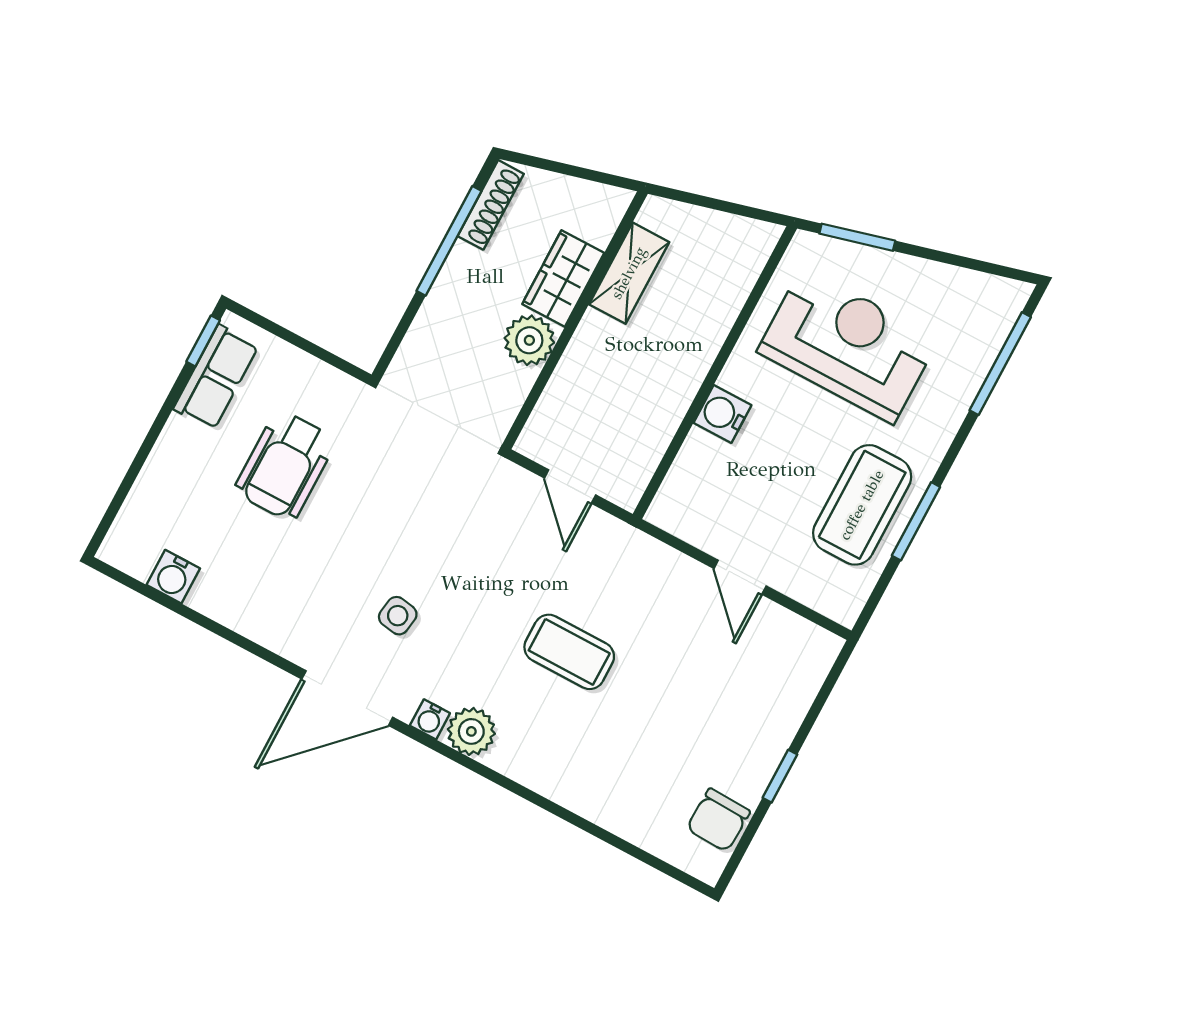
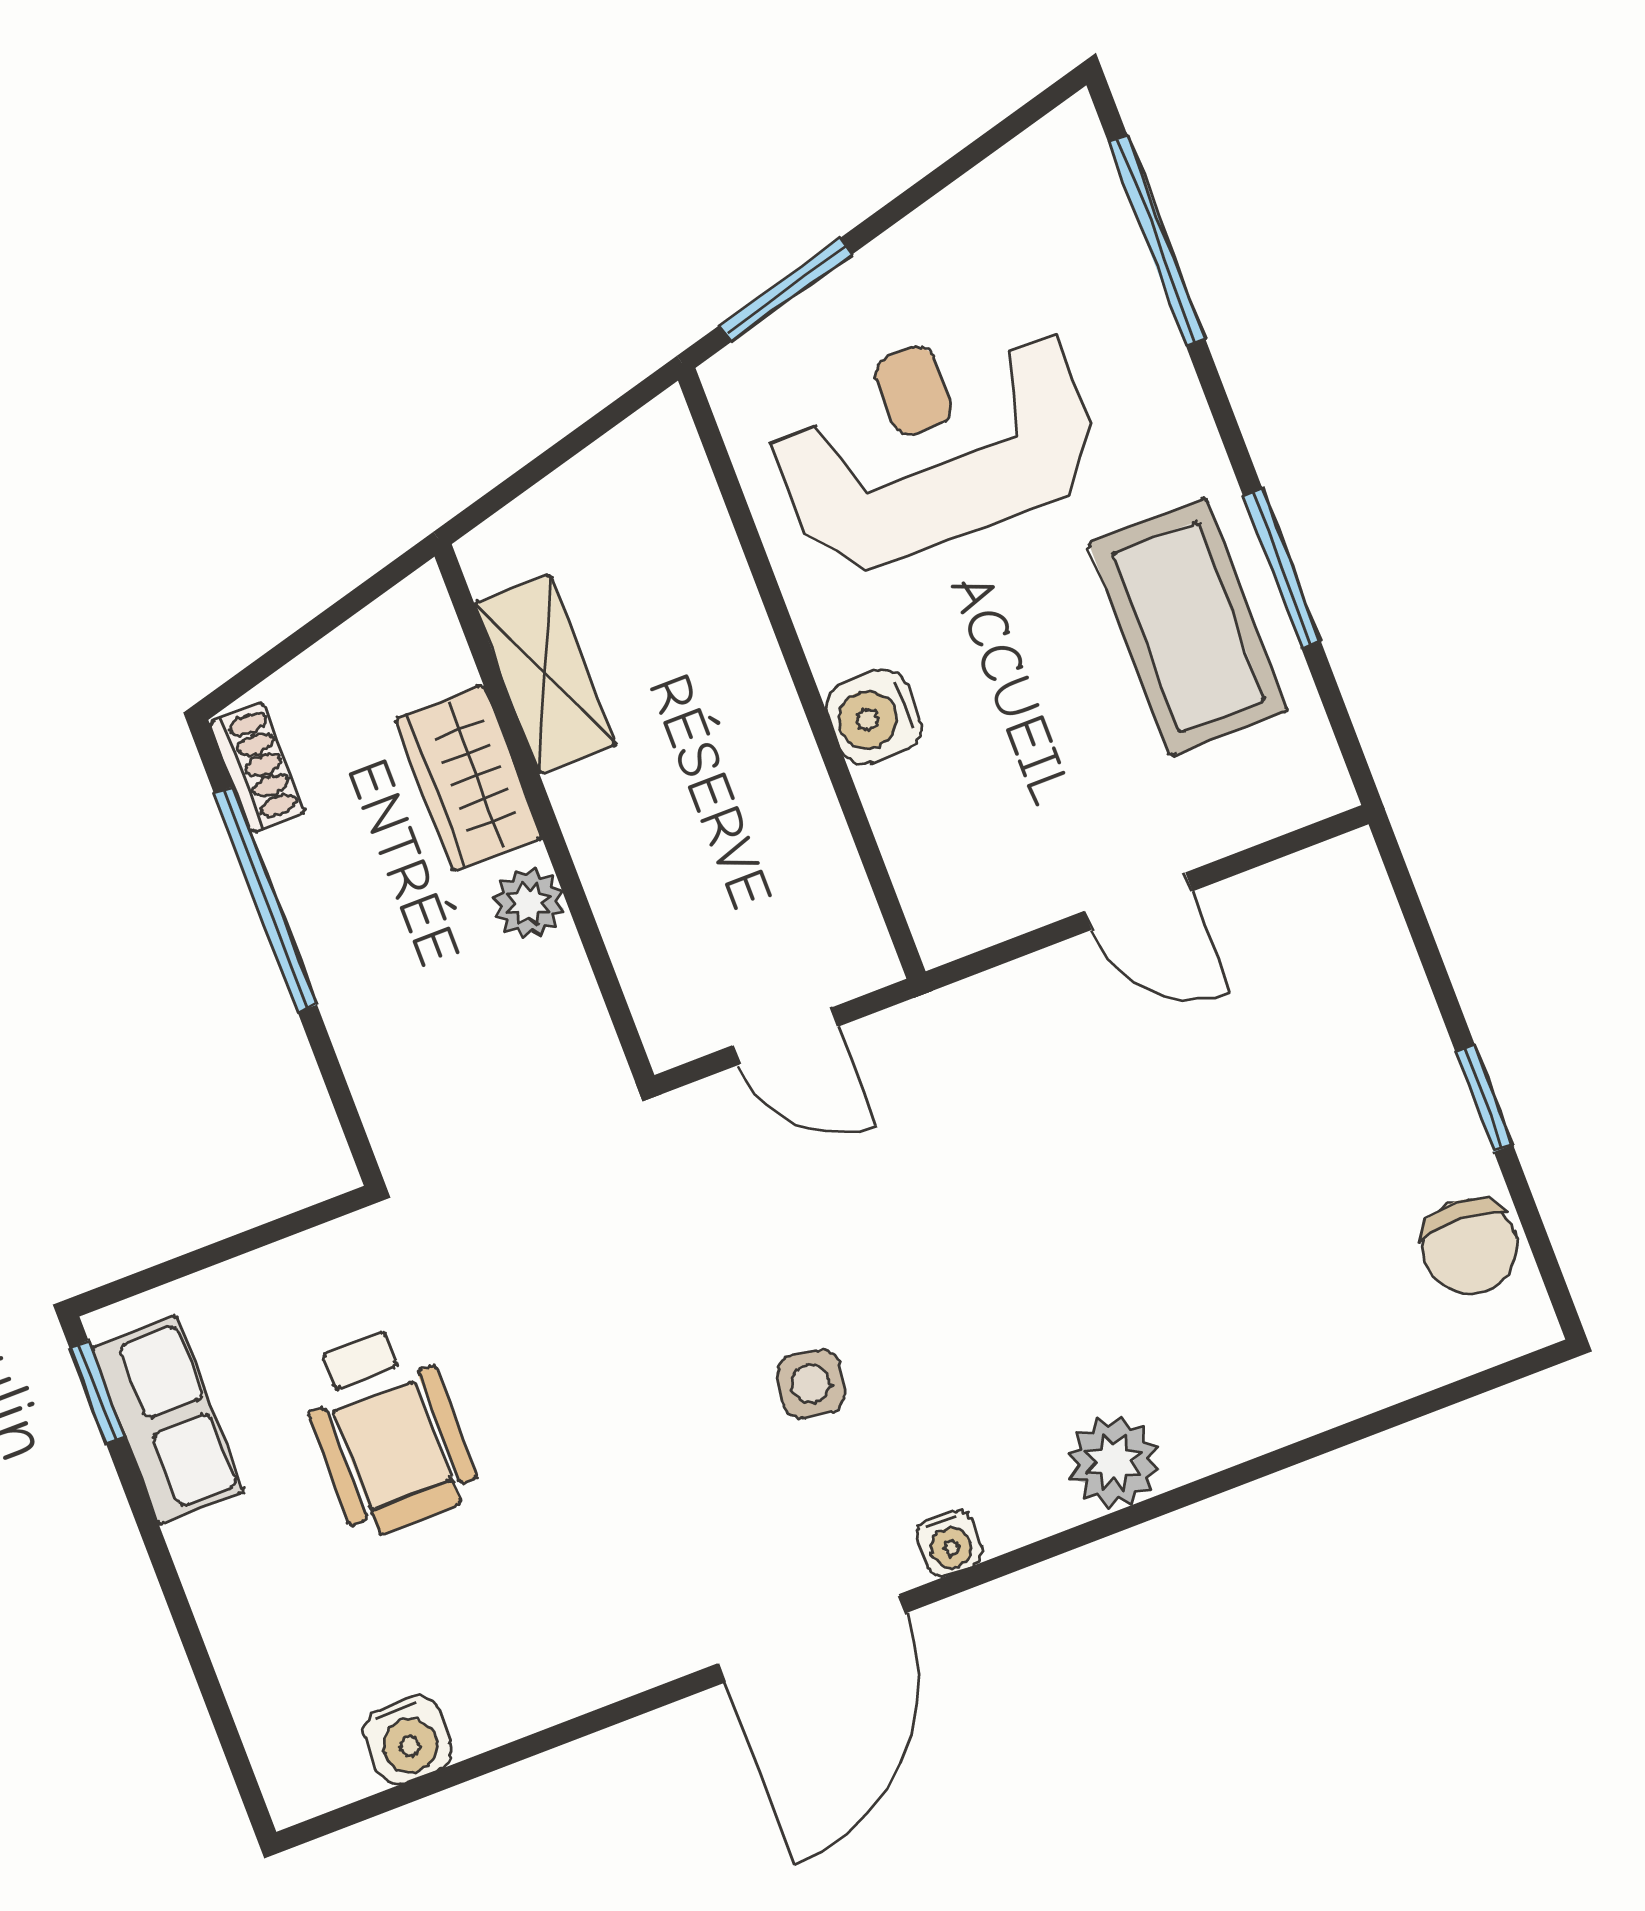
shoe rack: (491, 205) -> (257, 767), width x0.70
plant: (529, 340) -> (529, 903), width x0.73, depth x0.73
side table: (398, 616) -> (811, 1384), moved
coffee table: (569, 652) -> (1029, 1250), removed
plant: (471, 731) -> (1114, 1462), moved

